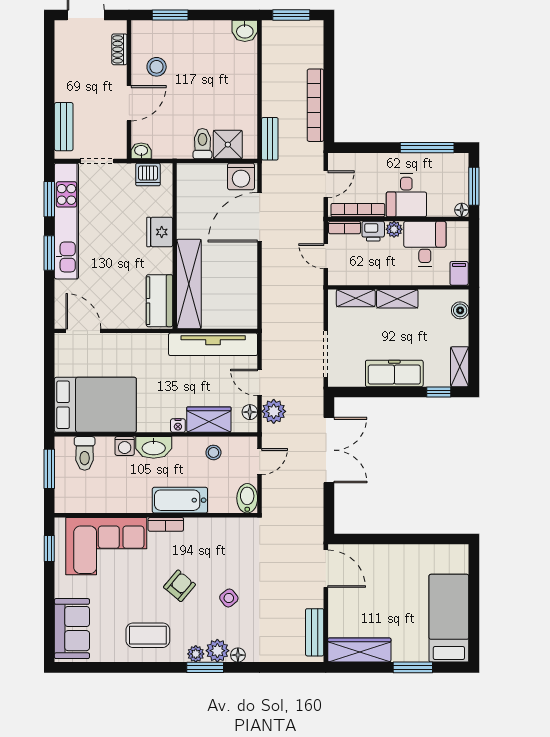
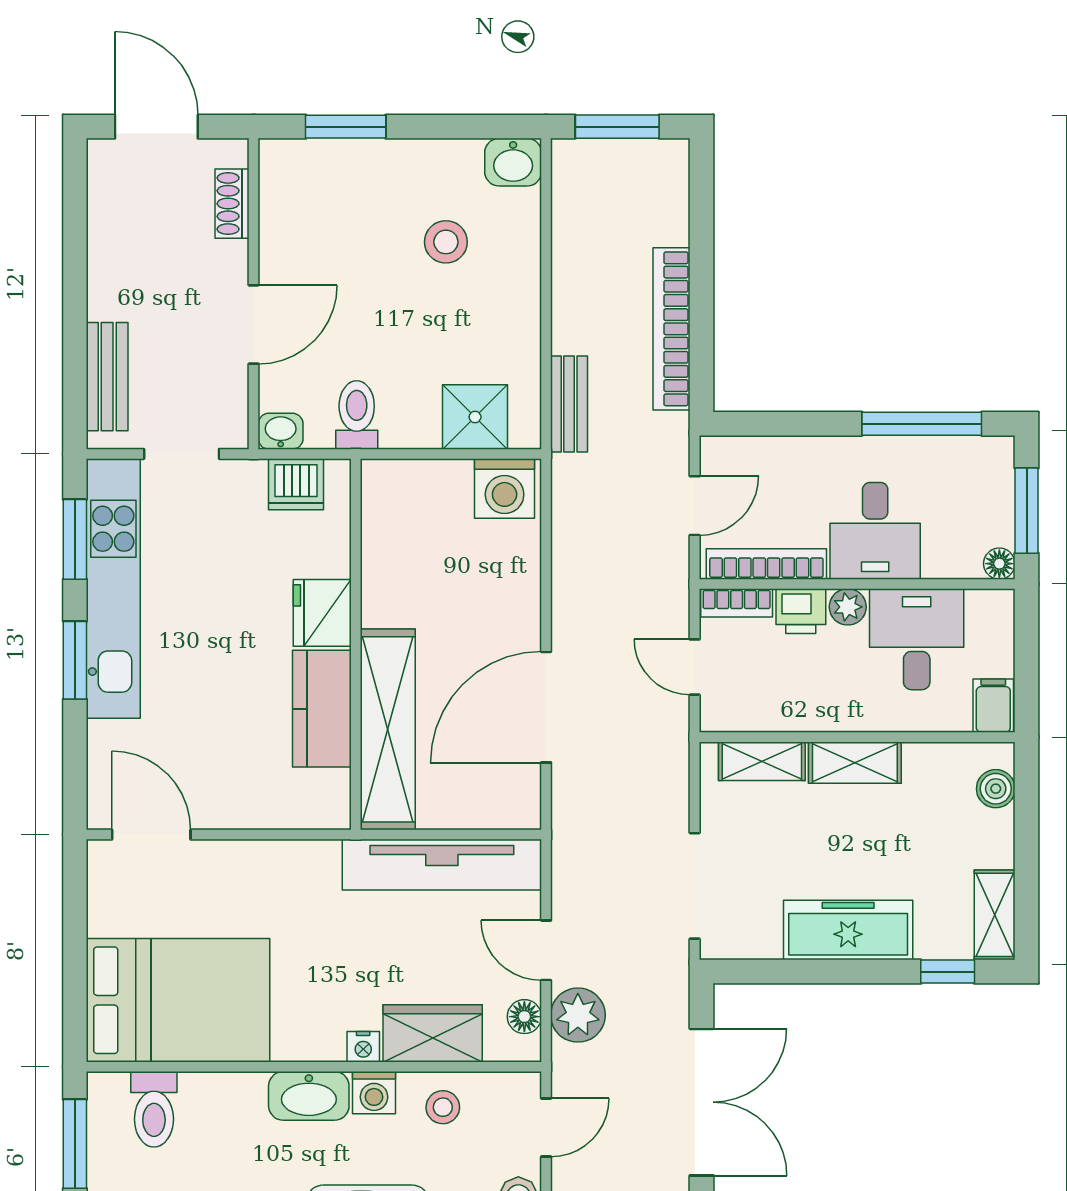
stool: (157, 67) -> (446, 242), moved
toilet: (202, 144) -> (357, 415), moved
door: (260, 217) -> (546, 707), moved
kitchen counter: (159, 301) -> (322, 709), moved
washing machine: (125, 446) -> (374, 1093), moved

